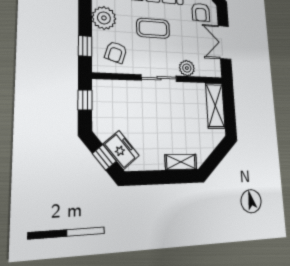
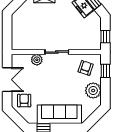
coffee table: (153, 28) -> (60, 86), removed
shelving: (215, 106) -> (18, 35), removed

